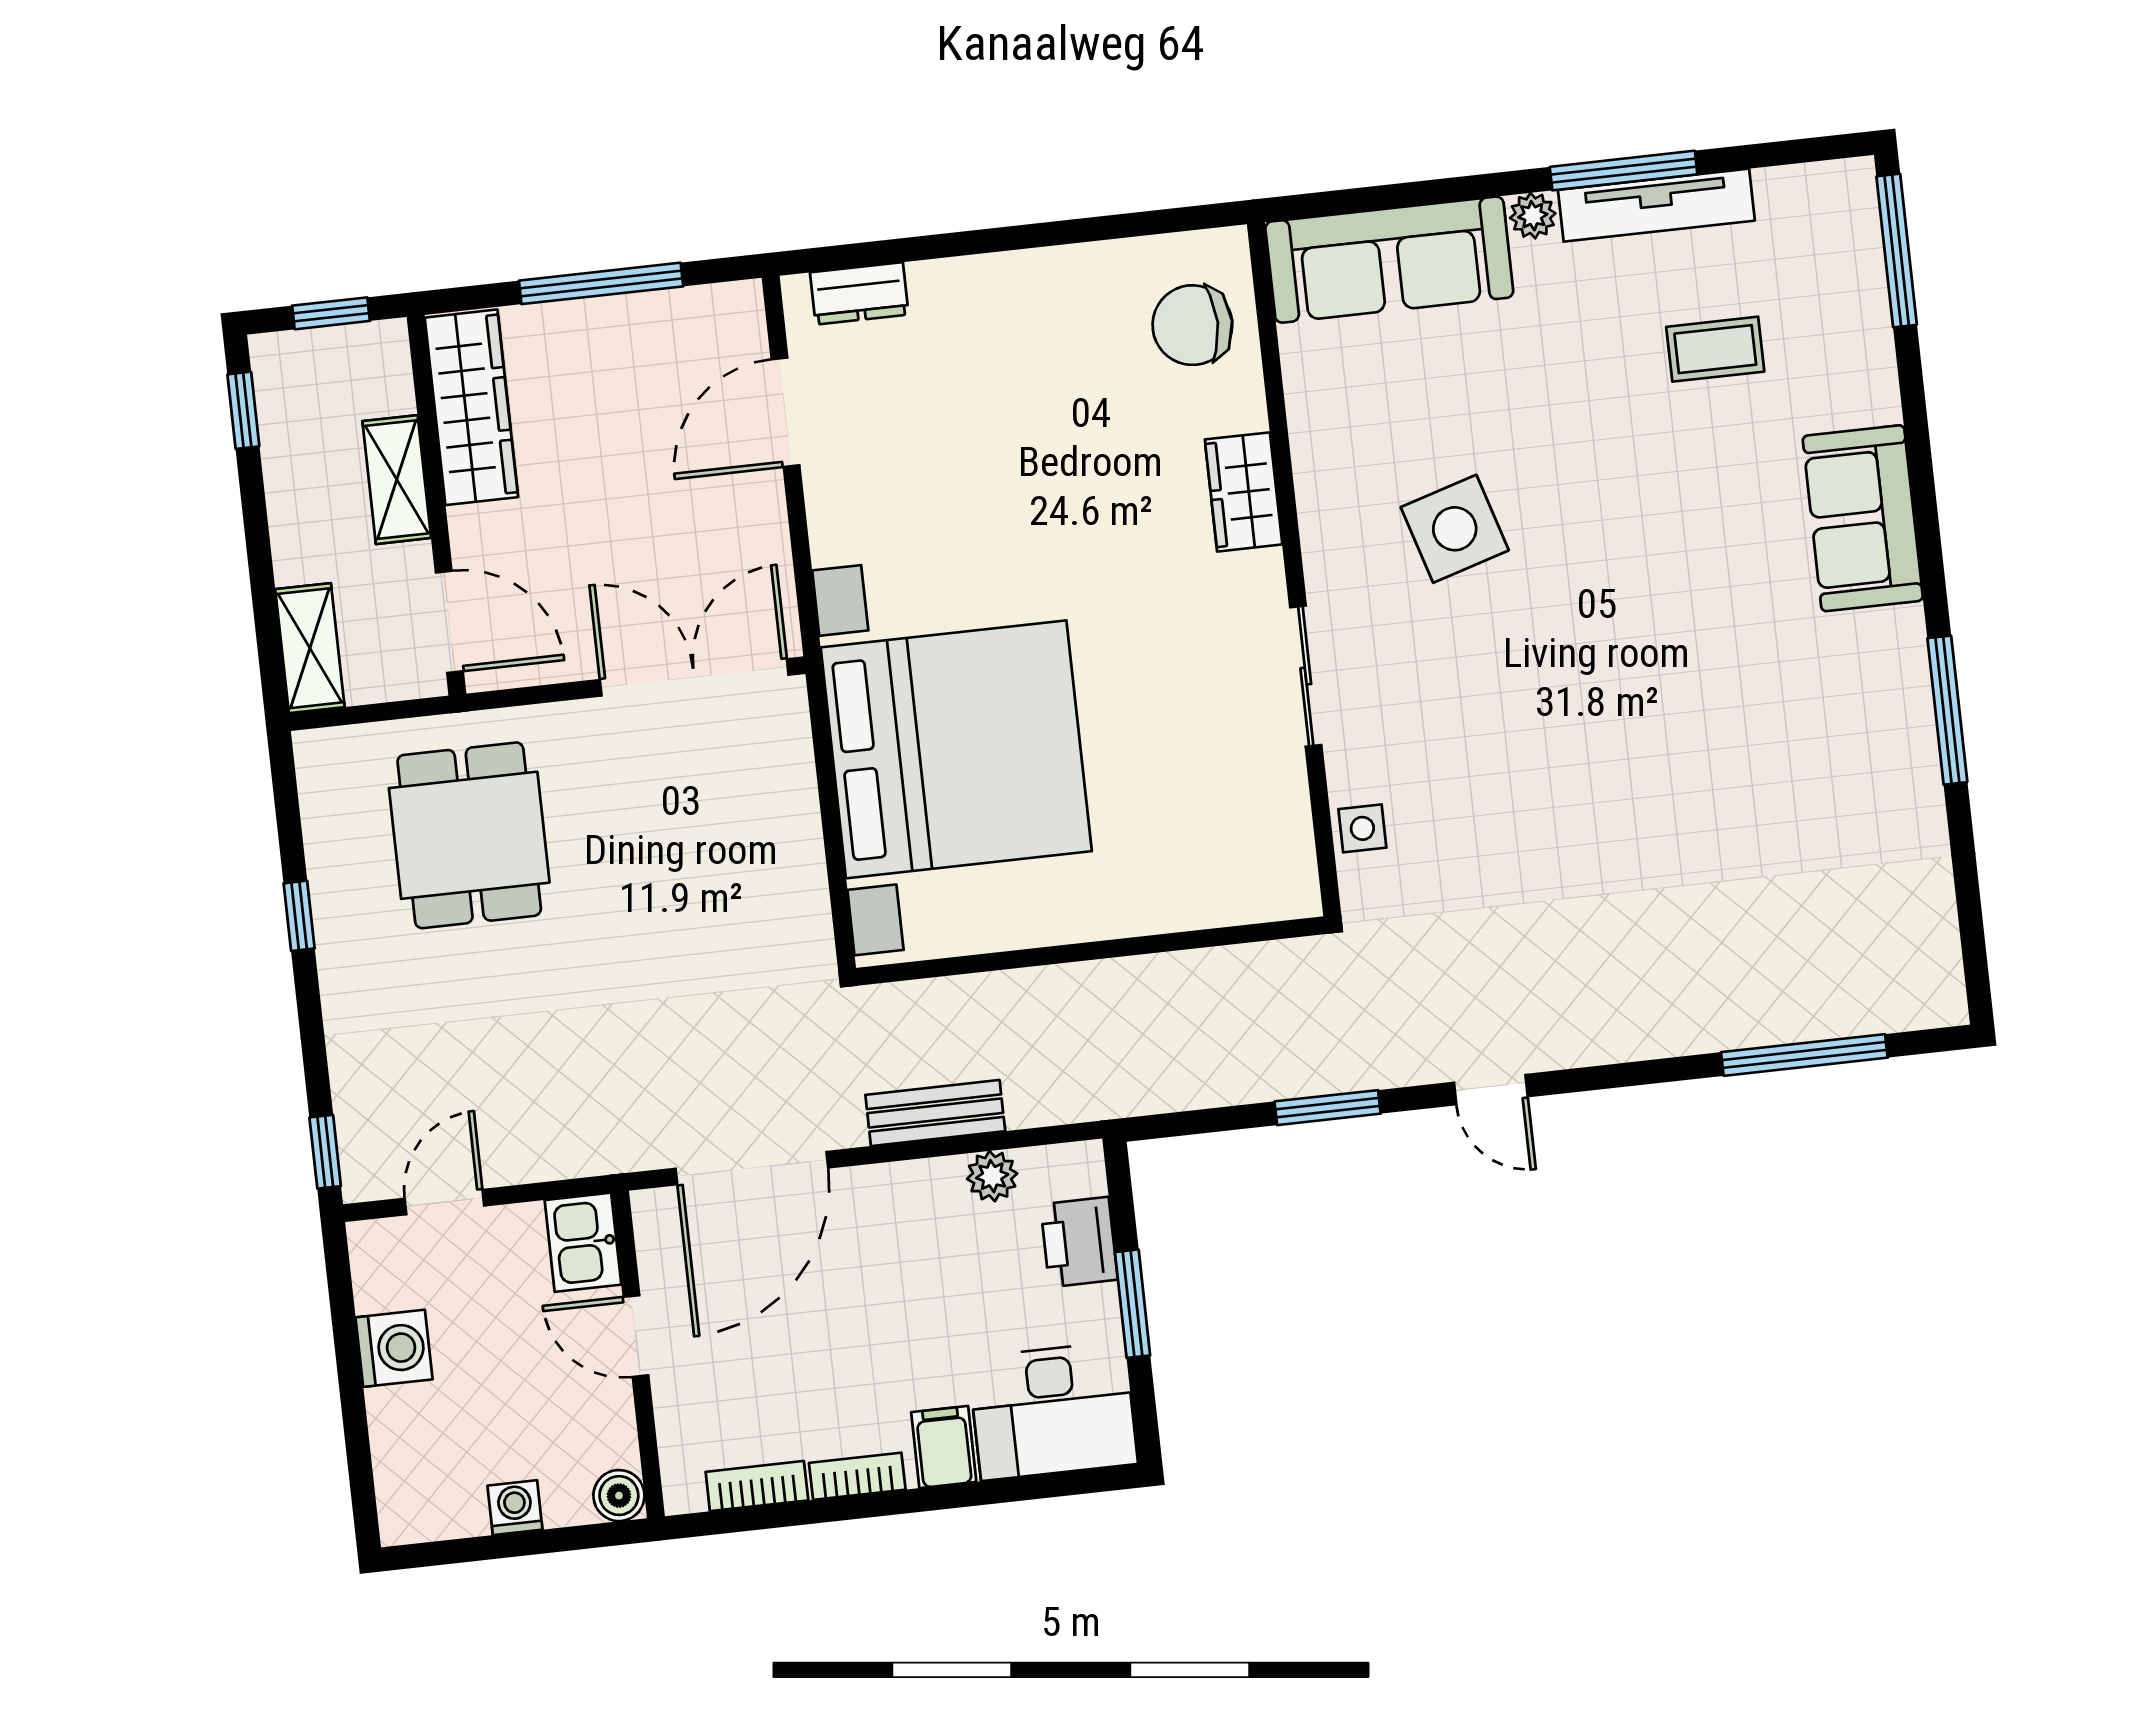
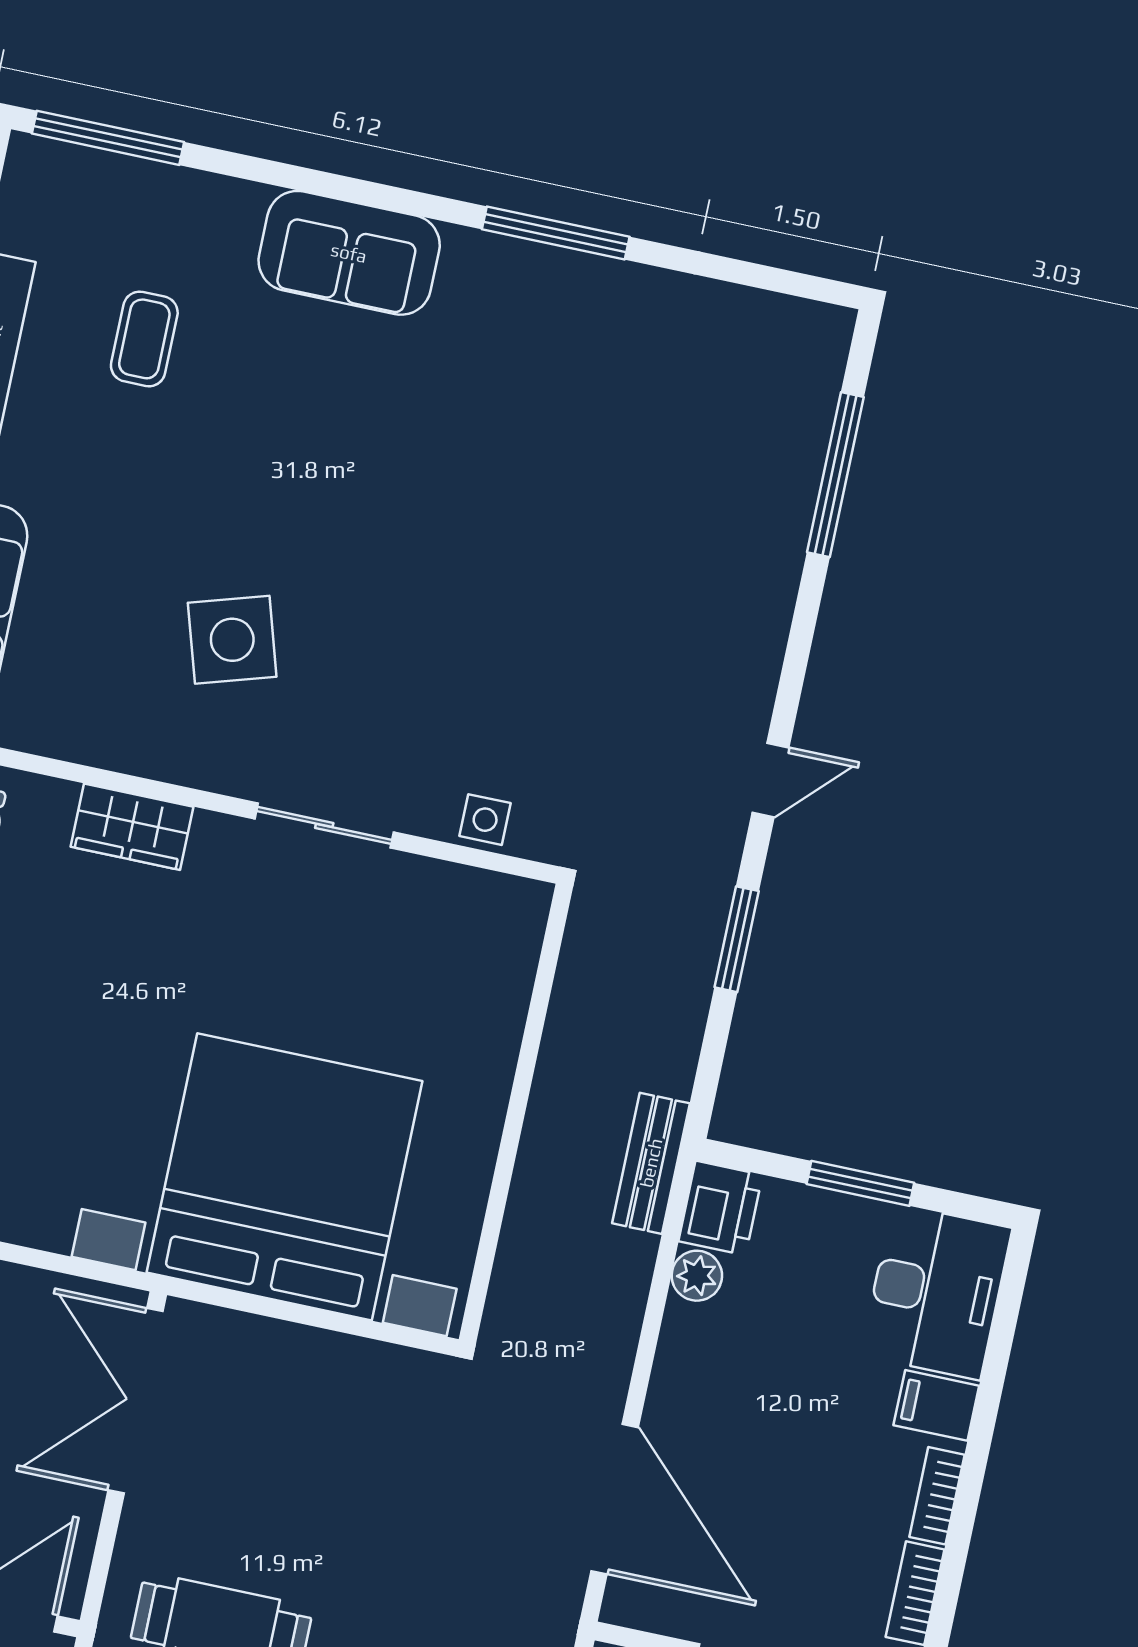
bench: (935, 1113) -> (651, 1163), moved
printer: (1079, 1242) -> (720, 1208), moved, turned -90

